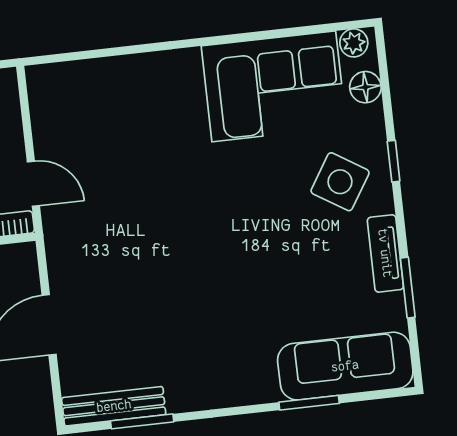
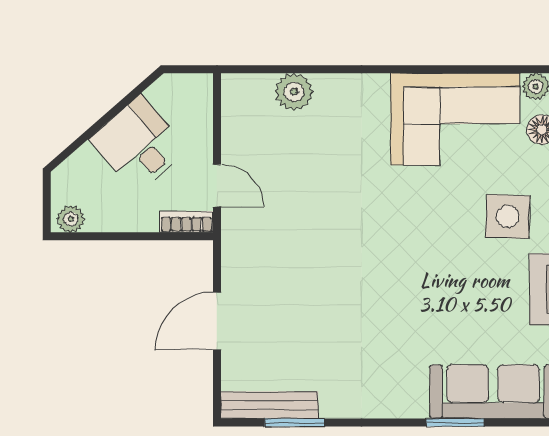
plant: (103, 77) -> (294, 92), added
side table: (340, 182) -> (508, 216), turned -30

